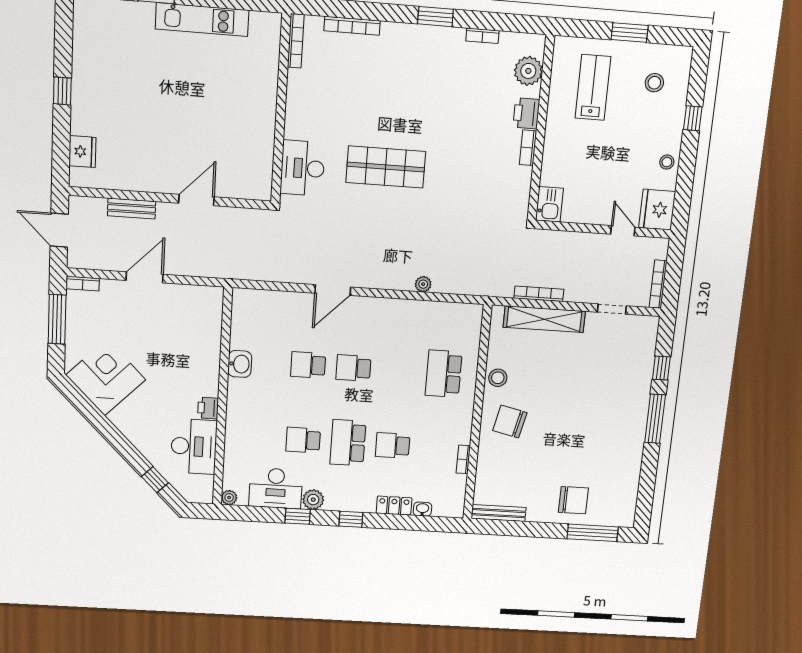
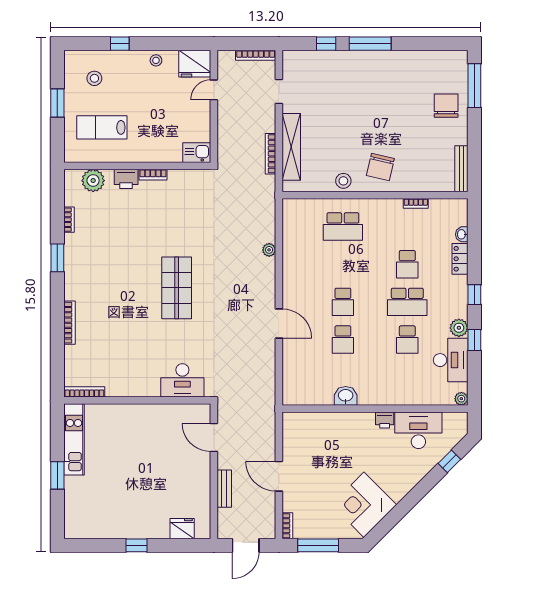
bookcase: (296, 41) -> (84, 392), moved
wall: (281, 109) -> (137, 400), moved
desk: (303, 168) -> (182, 380), moved

